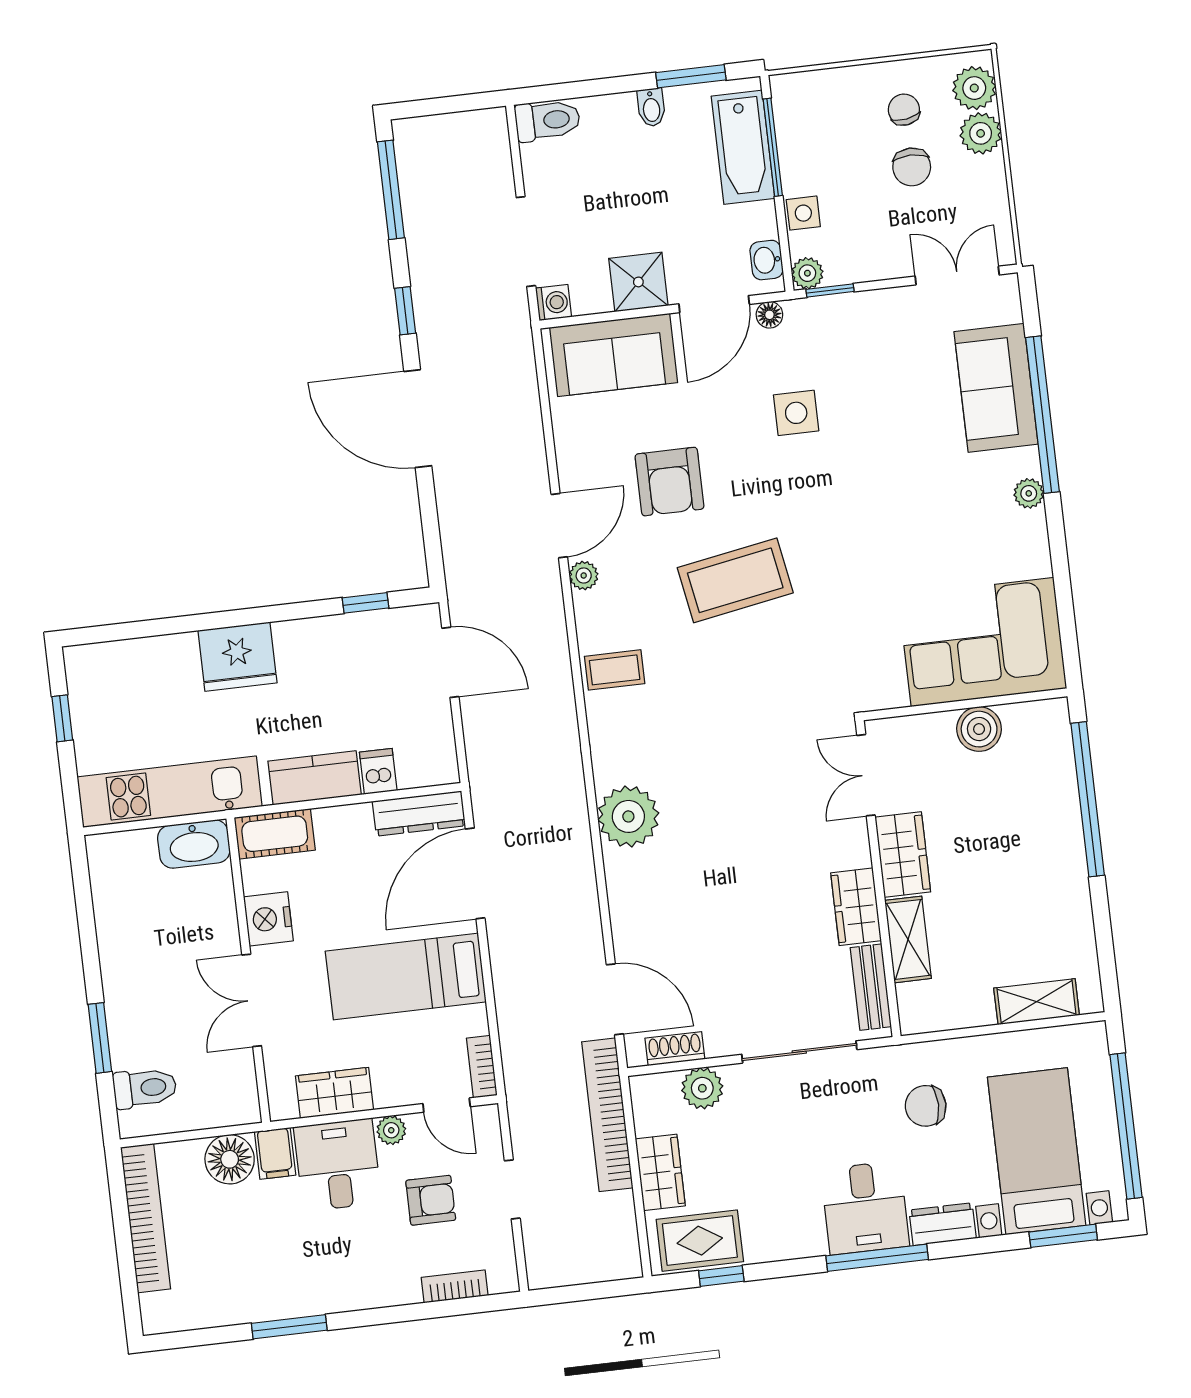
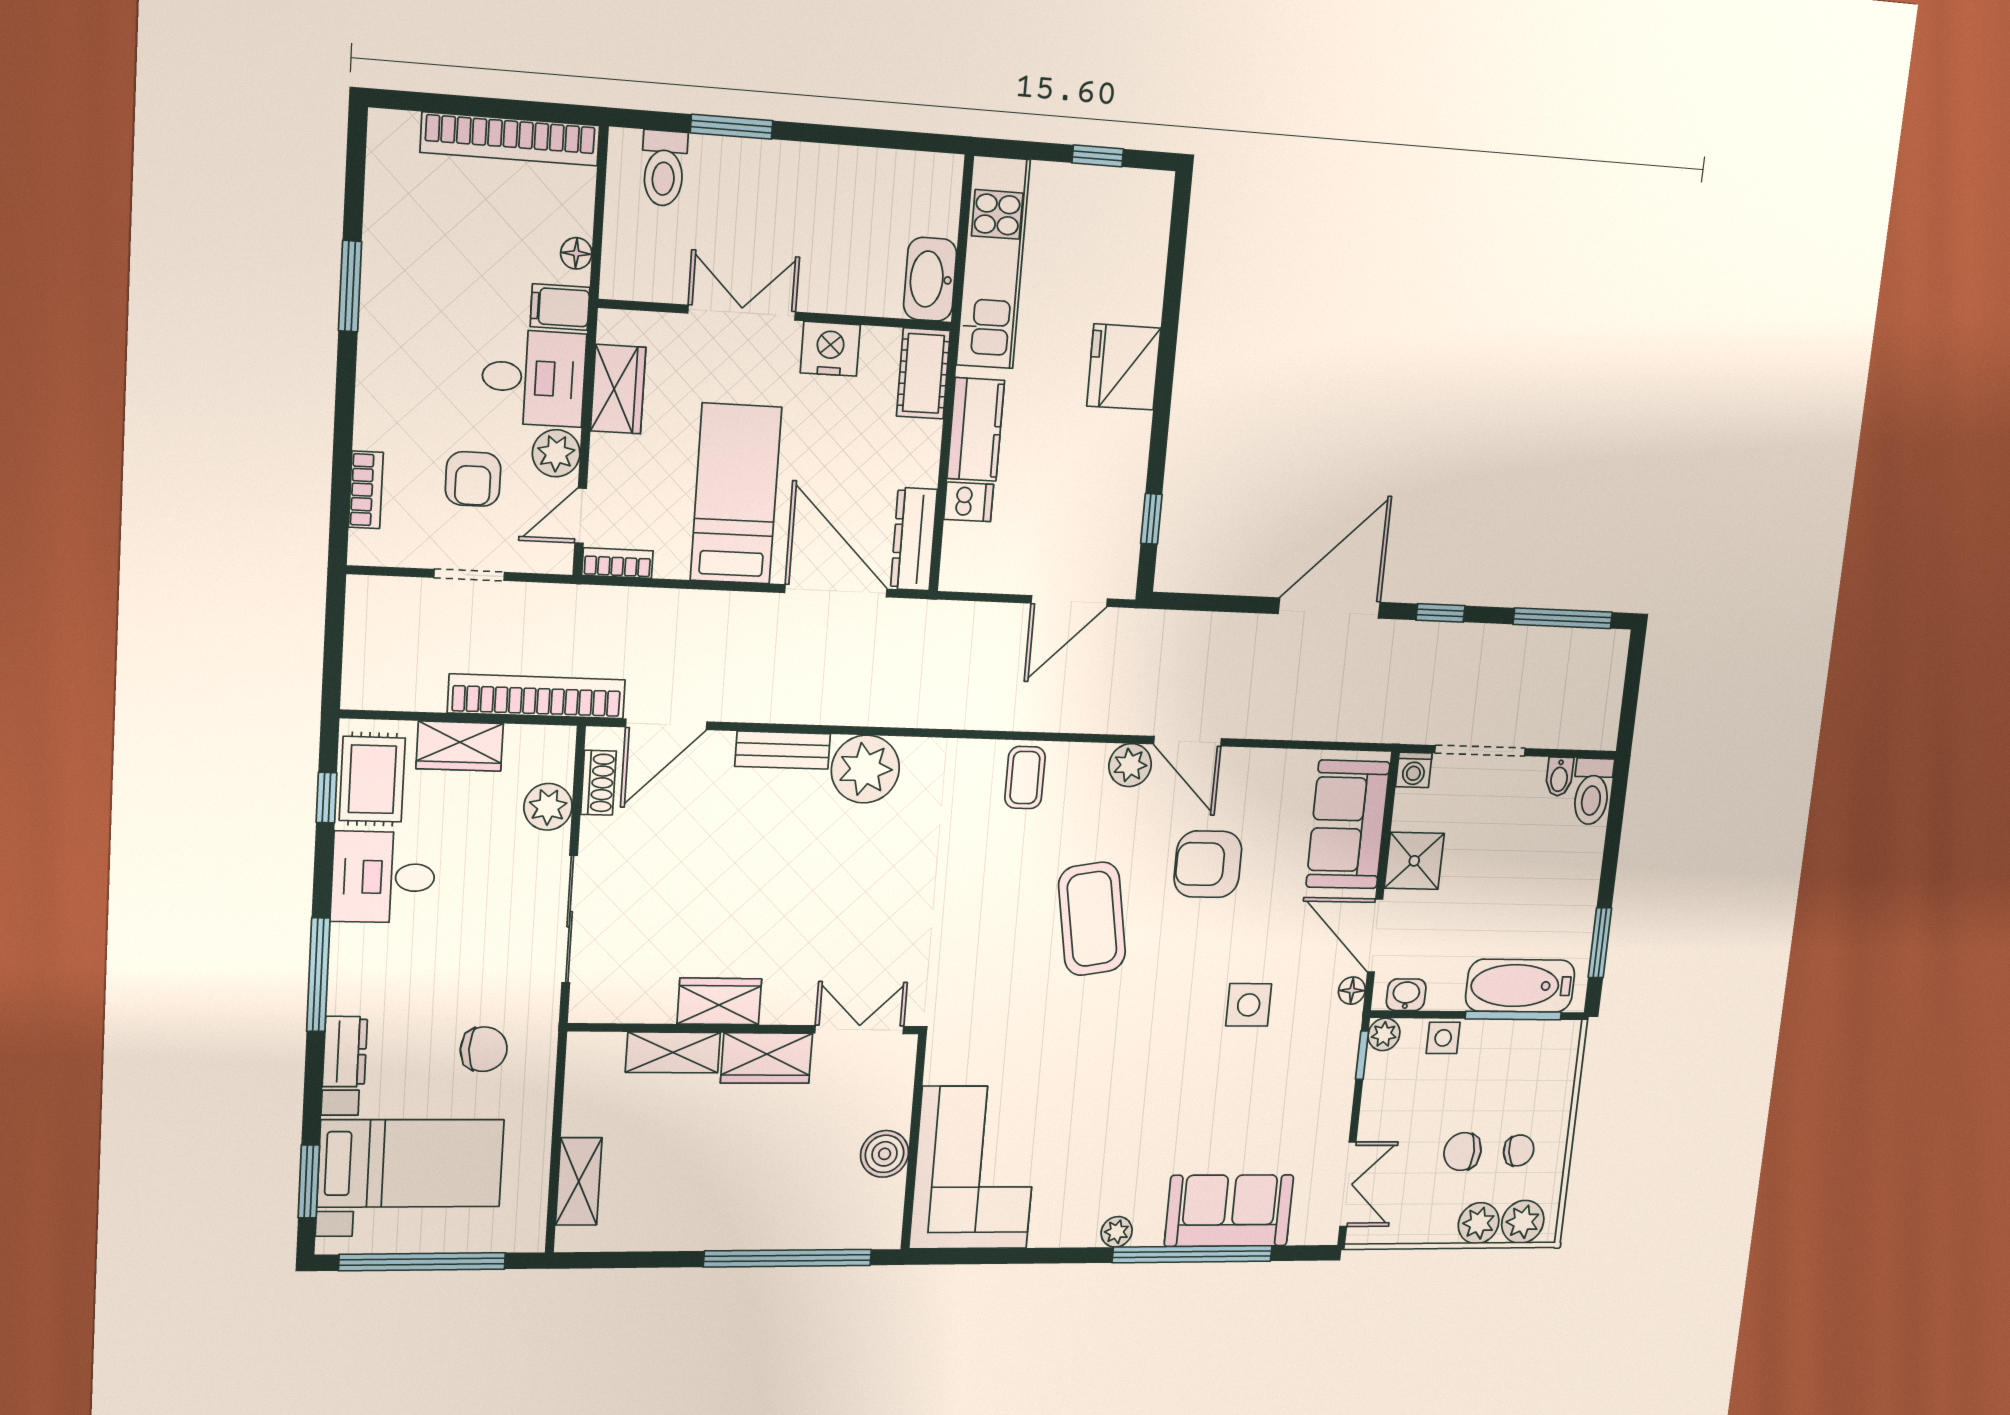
bidet: (651, 107) -> (1559, 777), moved, turned -90
plant: (584, 575) -> (1130, 765), width x1.38, depth x1.38
bench: (871, 987) -> (783, 750), moved
chair: (926, 1106) -> (484, 1049), turned 90
plant: (391, 1130) -> (556, 453), width x1.38, depth x1.38
floor lamp: (230, 1159) -> (576, 253), width x0.53, depth x0.53
desk: (865, 1208) -> (383, 877), moved

